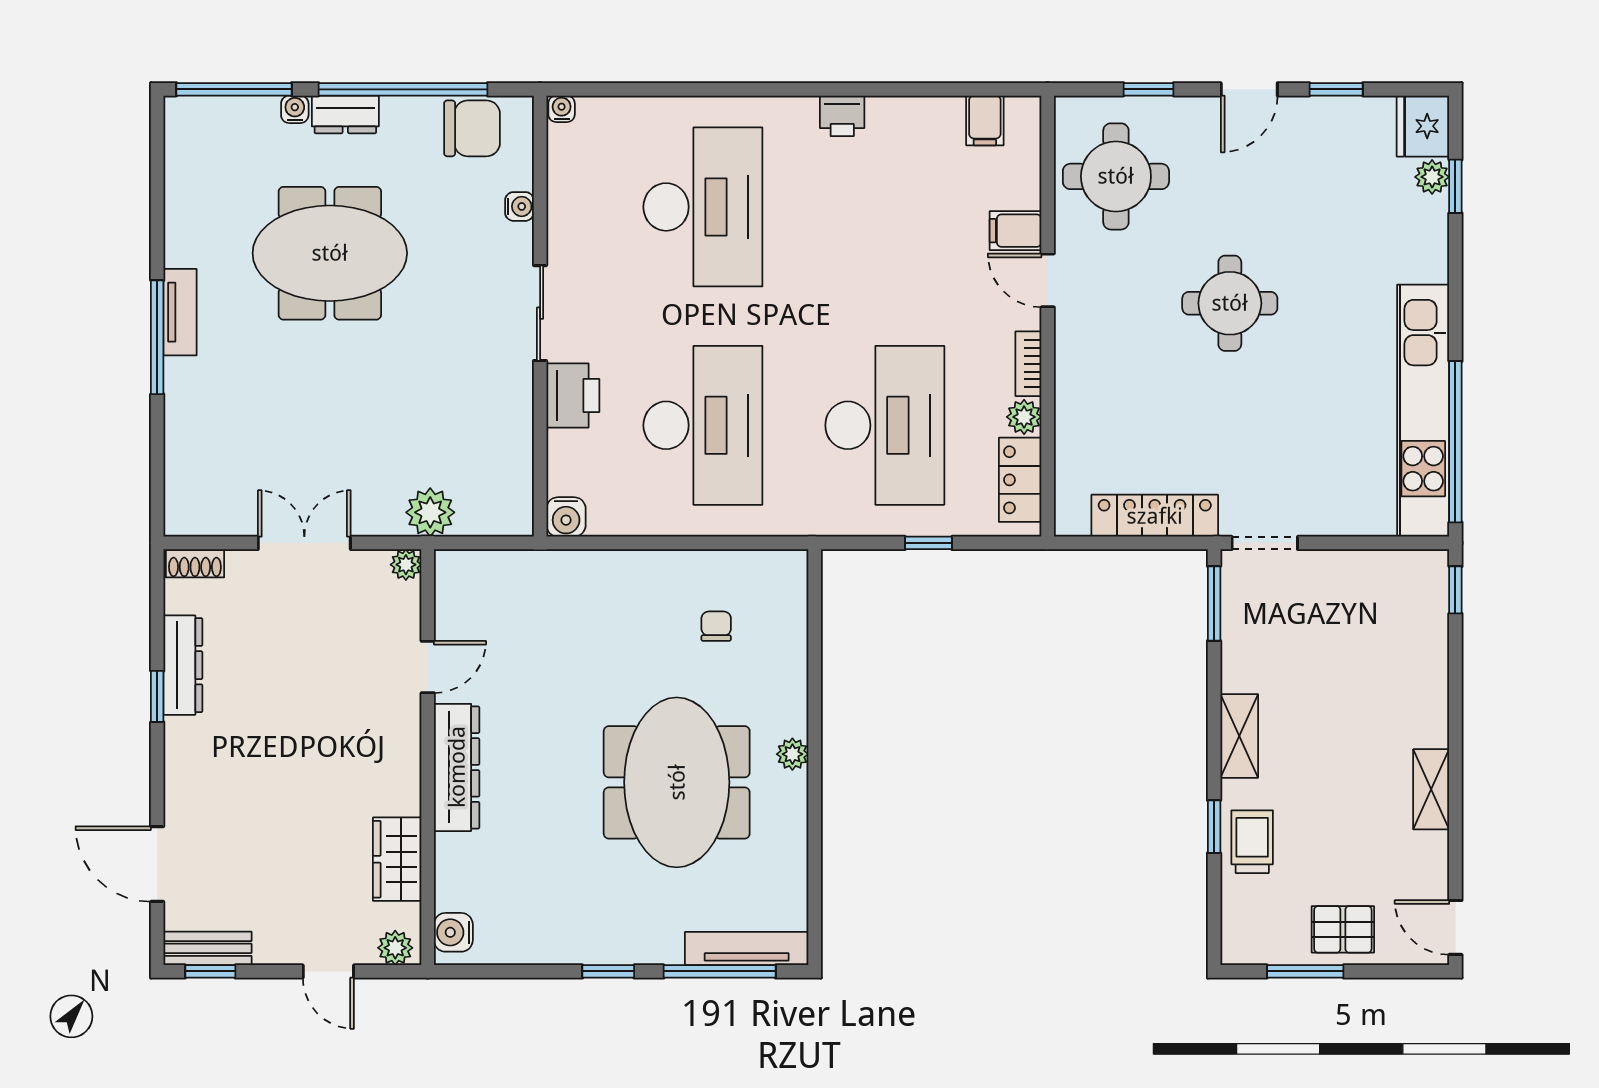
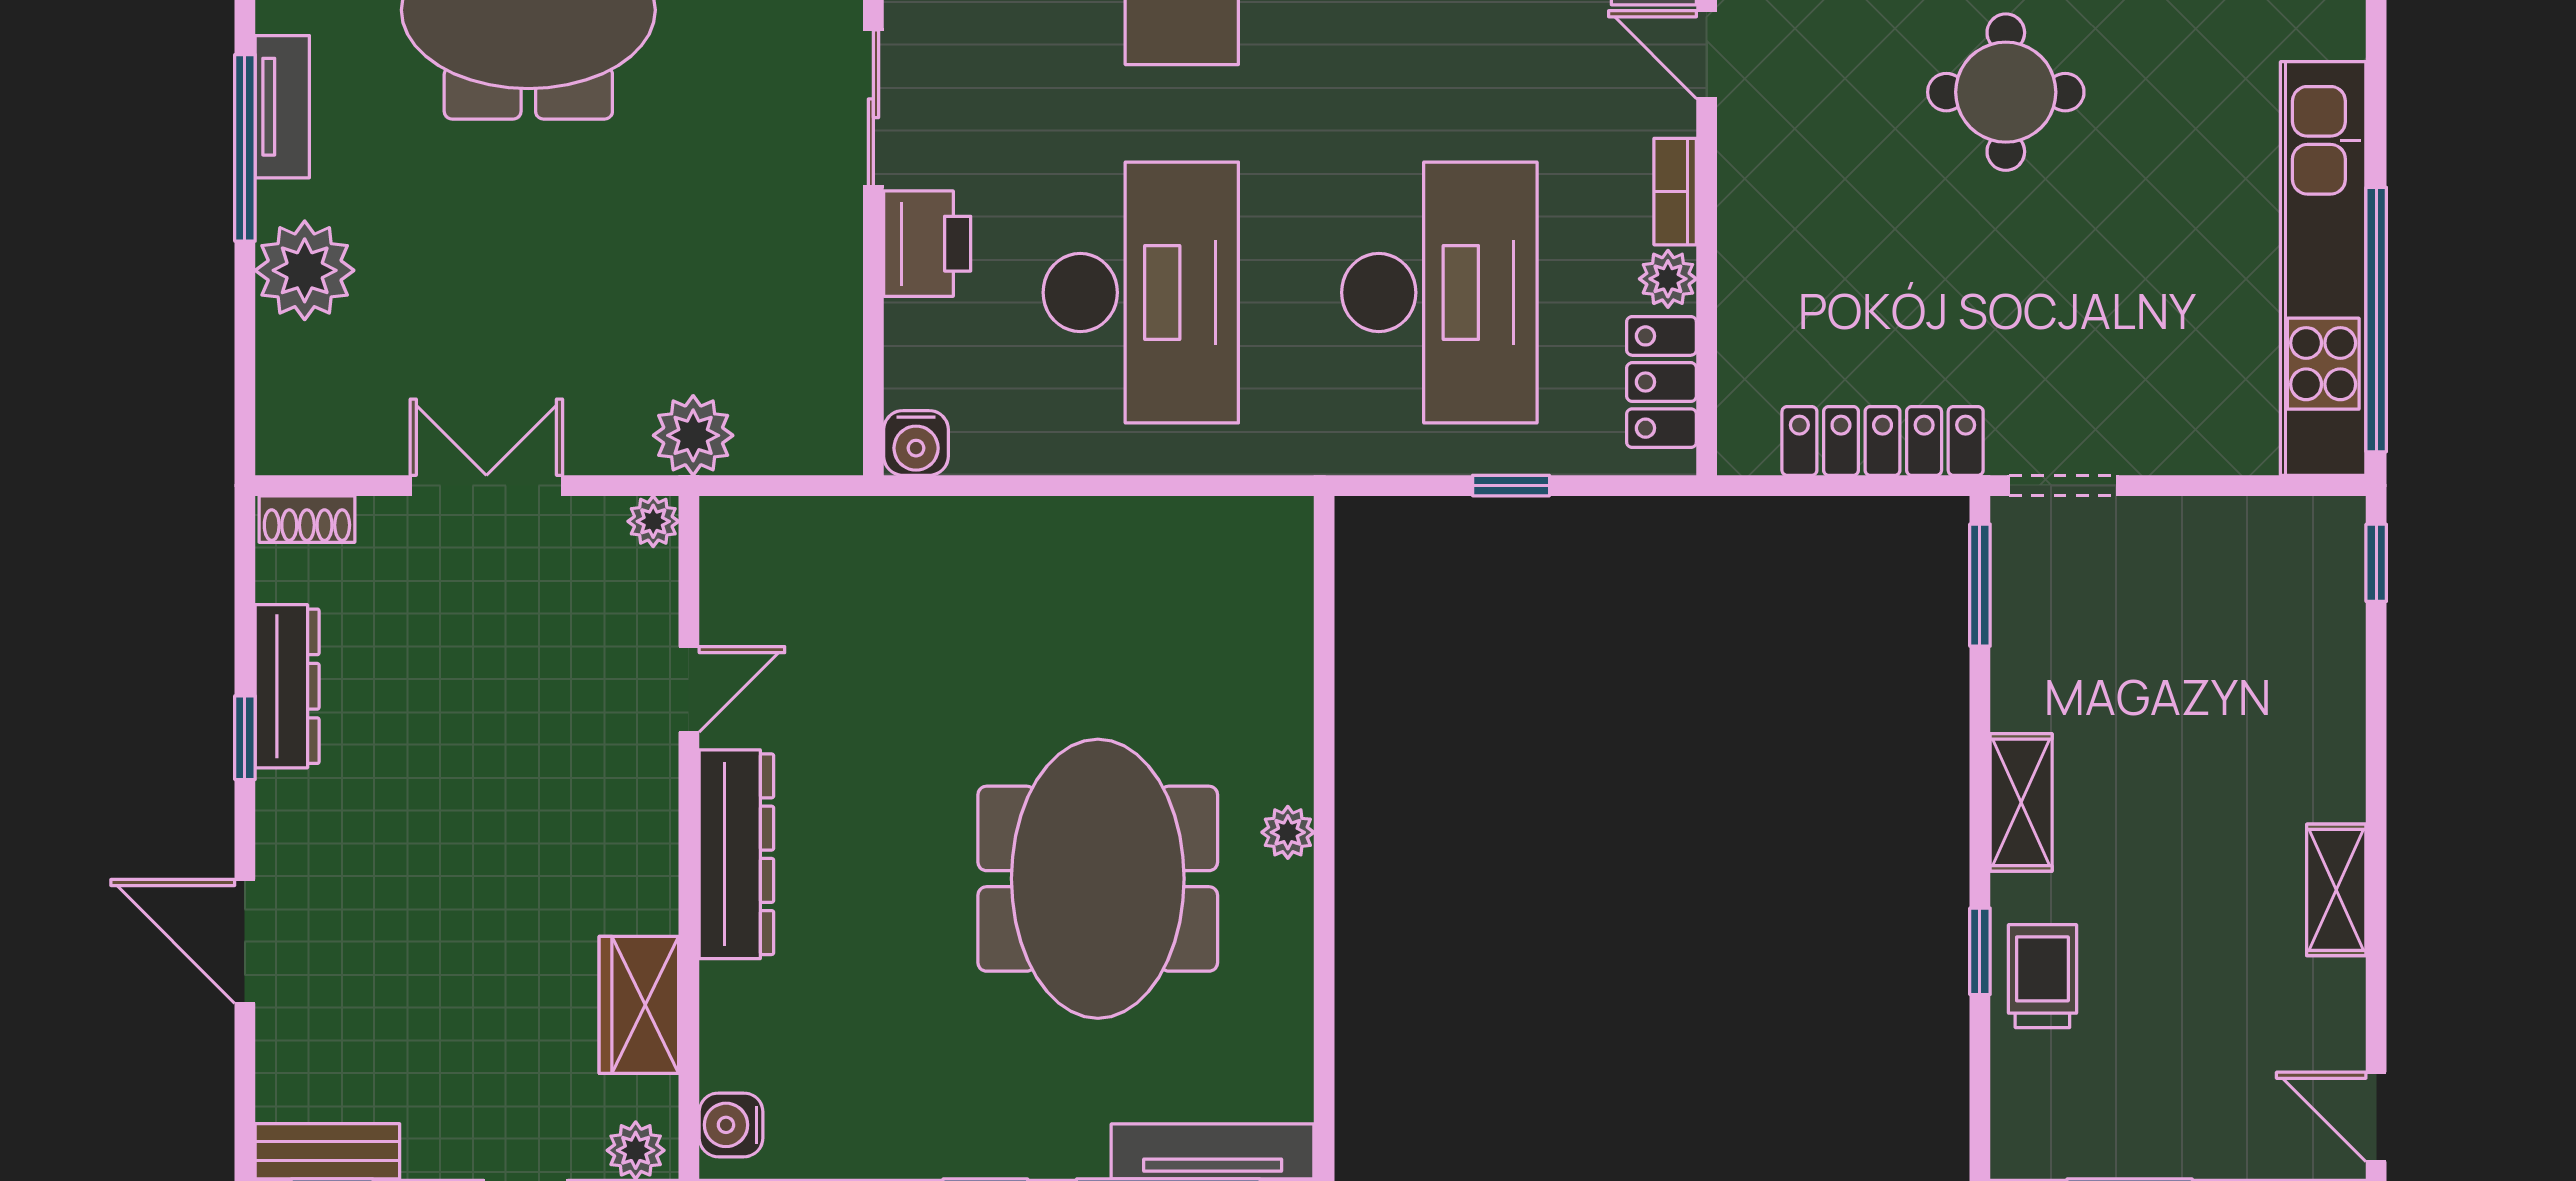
plant: (194, 412) -> (305, 270), added
chair: (716, 626) -> (1163, 622), removed
door: (157, 864) -> (245, 941), moved
pallet: (1343, 929) -> (2191, 1120), removed

